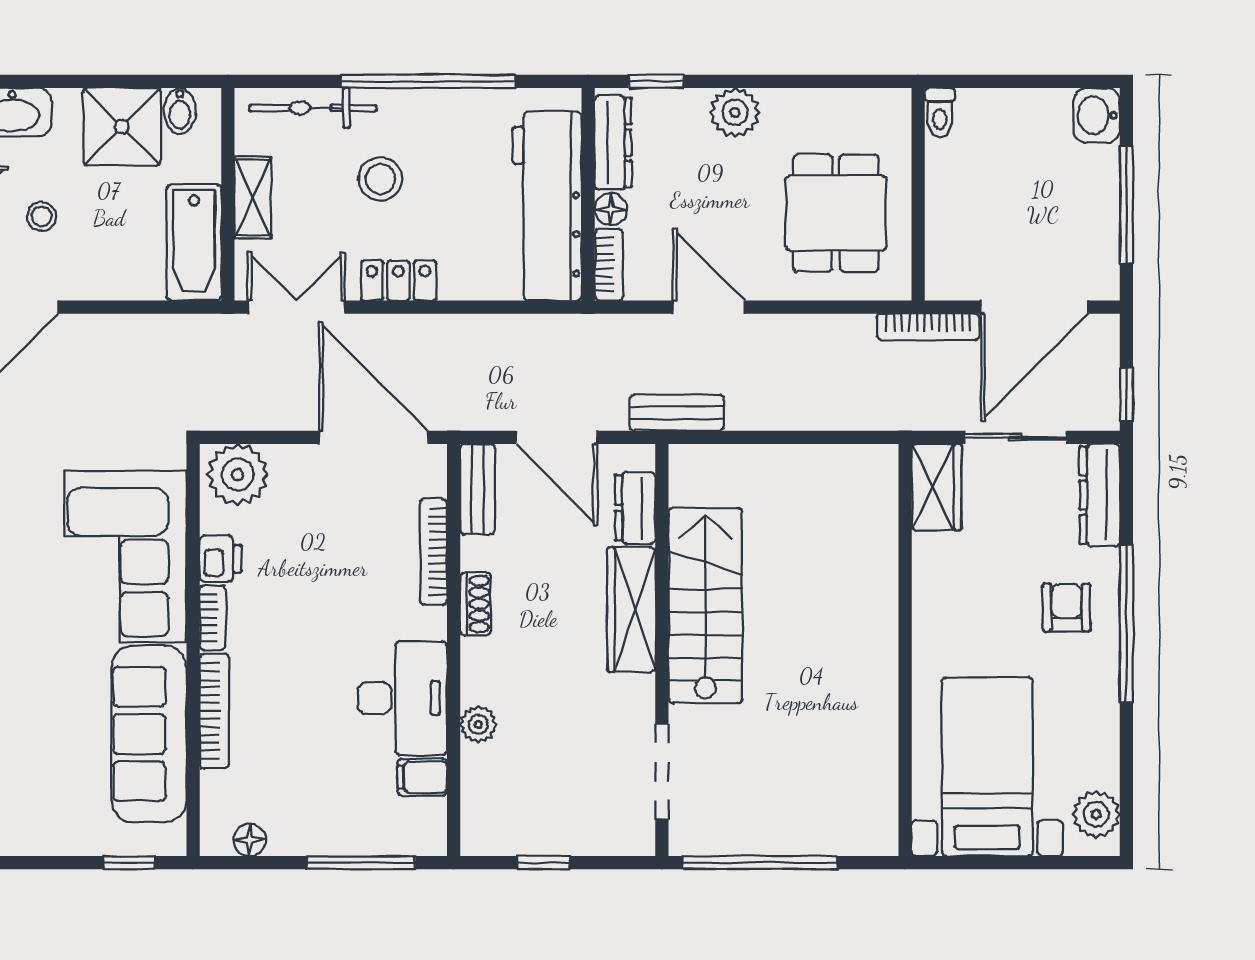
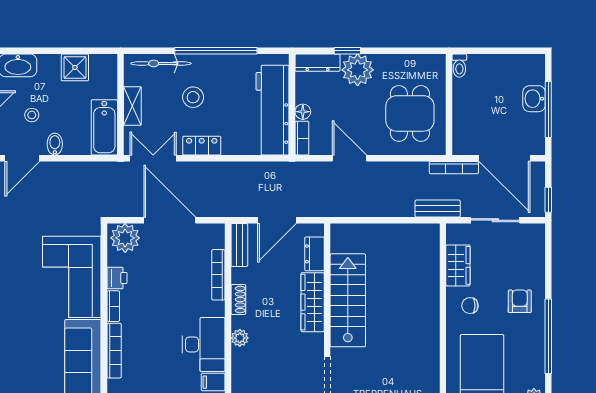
window: (656, 81) -> (347, 51), moved
bidet: (180, 111) -> (55, 144), moved, turned 180
plant: (735, 112) -> (358, 70), width x1.36, depth x1.36
washbasin: (1097, 115) -> (534, 99), moved
shower: (122, 127) -> (75, 67), width x0.73, depth x0.73
dresser: (613, 142) -> (318, 63), moved, turned 90
door: (1035, 307) -> (504, 158), hinge flipped
bench: (677, 413) -> (438, 209), moved
door: (374, 437) -> (170, 220), moved
door: (557, 437) -> (277, 220), hinge flipped
wardrobe: (937, 487) -> (458, 265), moved
dresser: (1100, 495) -> (536, 248), removed
chair: (962, 617) -> (470, 306), added
window: (1126, 623) -> (548, 336), moved
plant: (478, 725) -> (240, 338), moved

